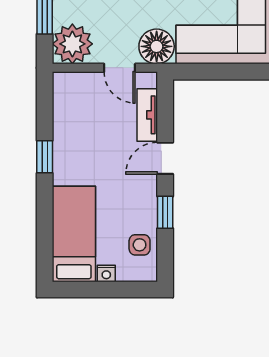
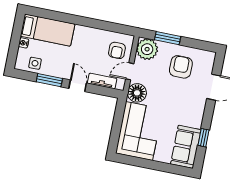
armchair: (86, 99) -> (117, 50), added
window: (45, 157) -> (91, 23), removed
window: (165, 212) -> (49, 80), width x1.50

